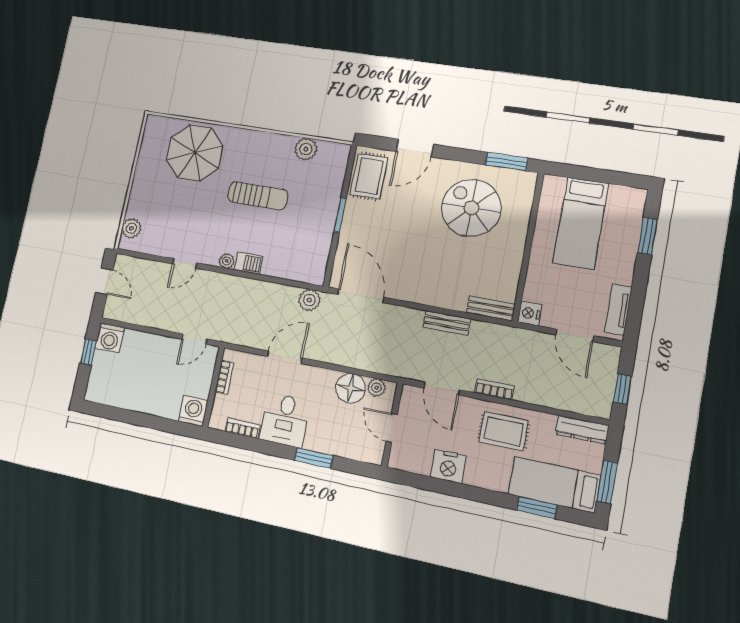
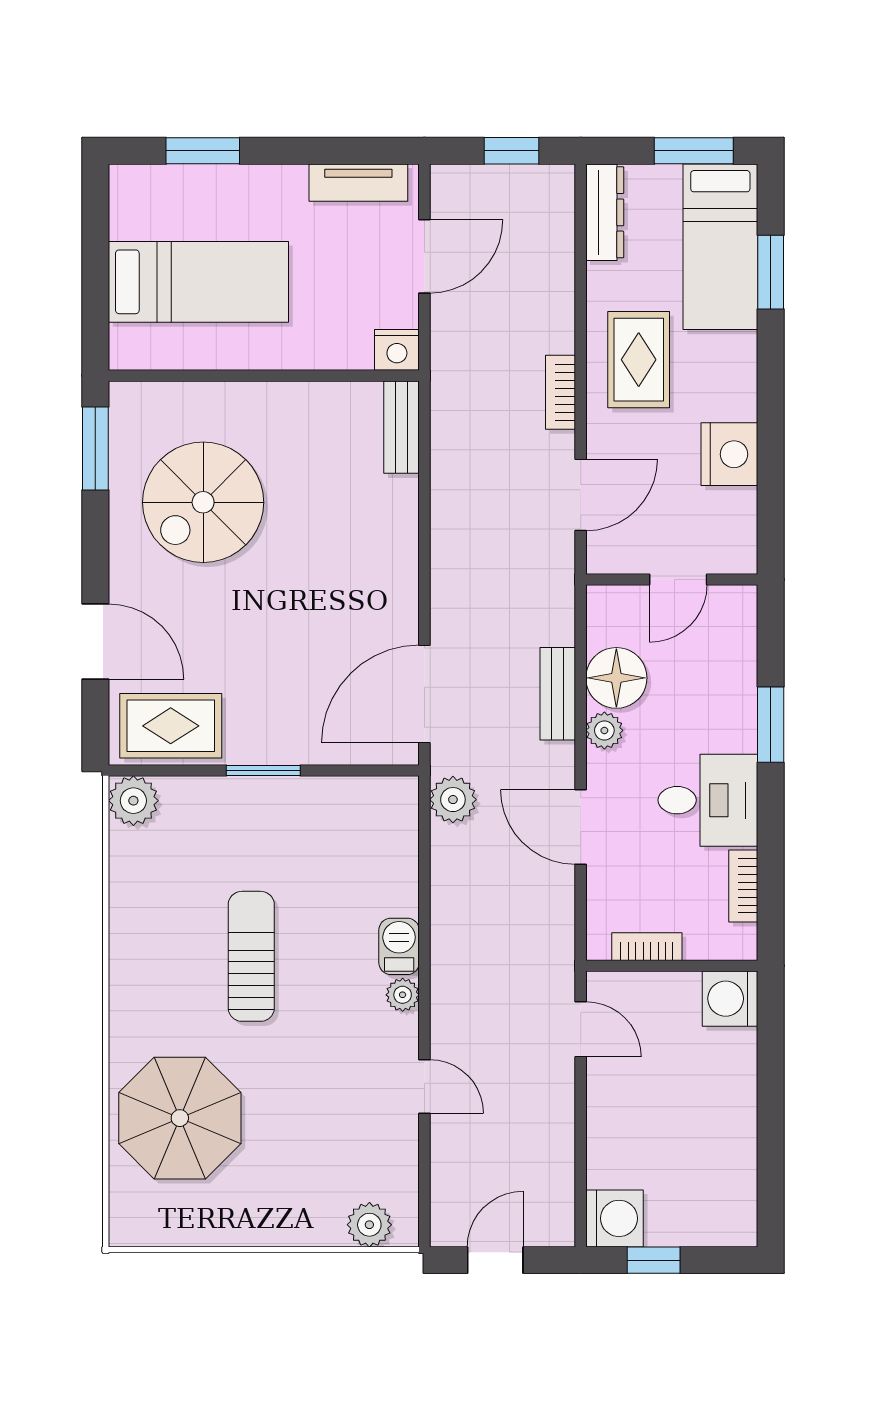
plant: (306, 149) -> (133, 801), moved
bench: (447, 323) -> (558, 694), moved
plant: (376, 388) -> (604, 730), moved

